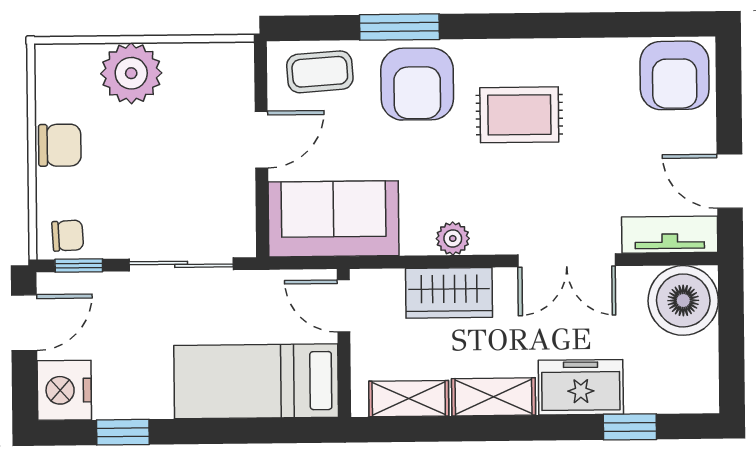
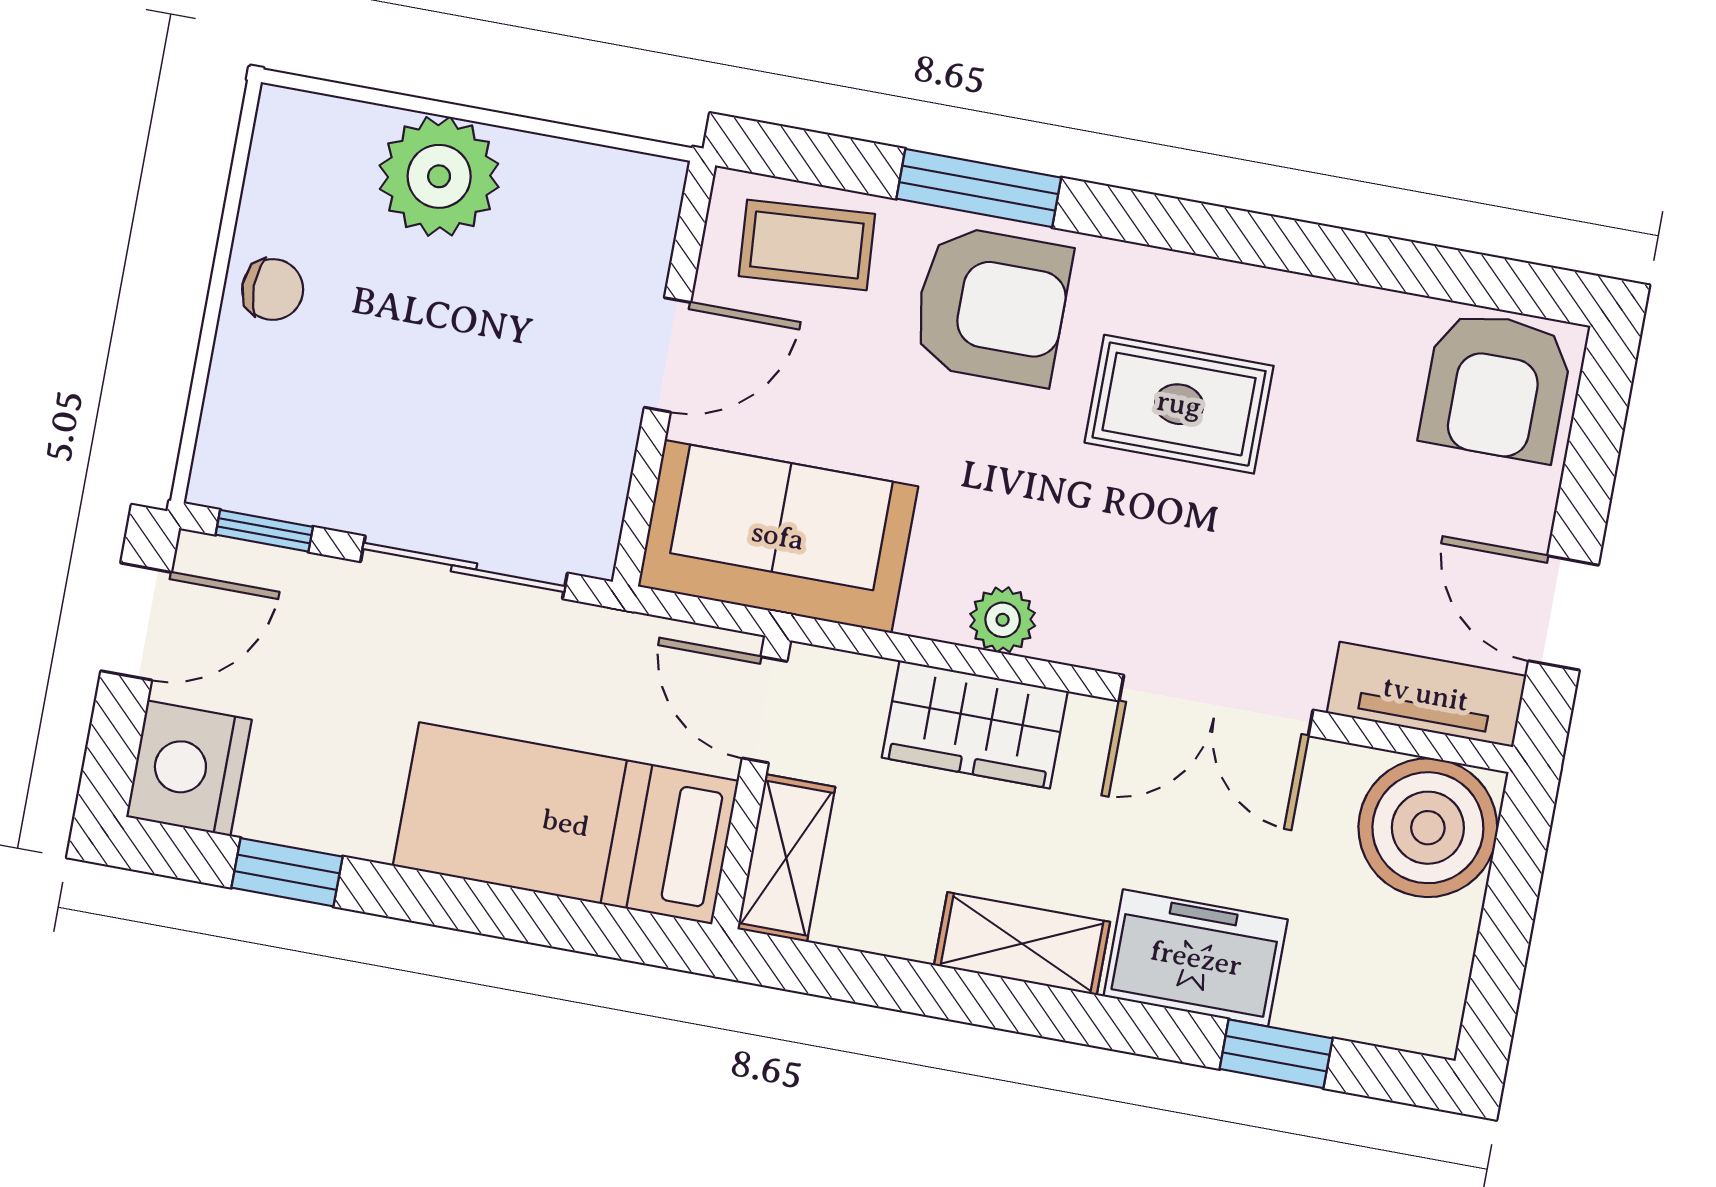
armchair: (417, 84) -> (992, 306), turned -90
chair: (60, 145) -> (273, 289), width x0.73, depth x0.73
chair: (68, 236) -> (254, 468), removed
shelving: (409, 399) -> (786, 858), moved, turned 90

